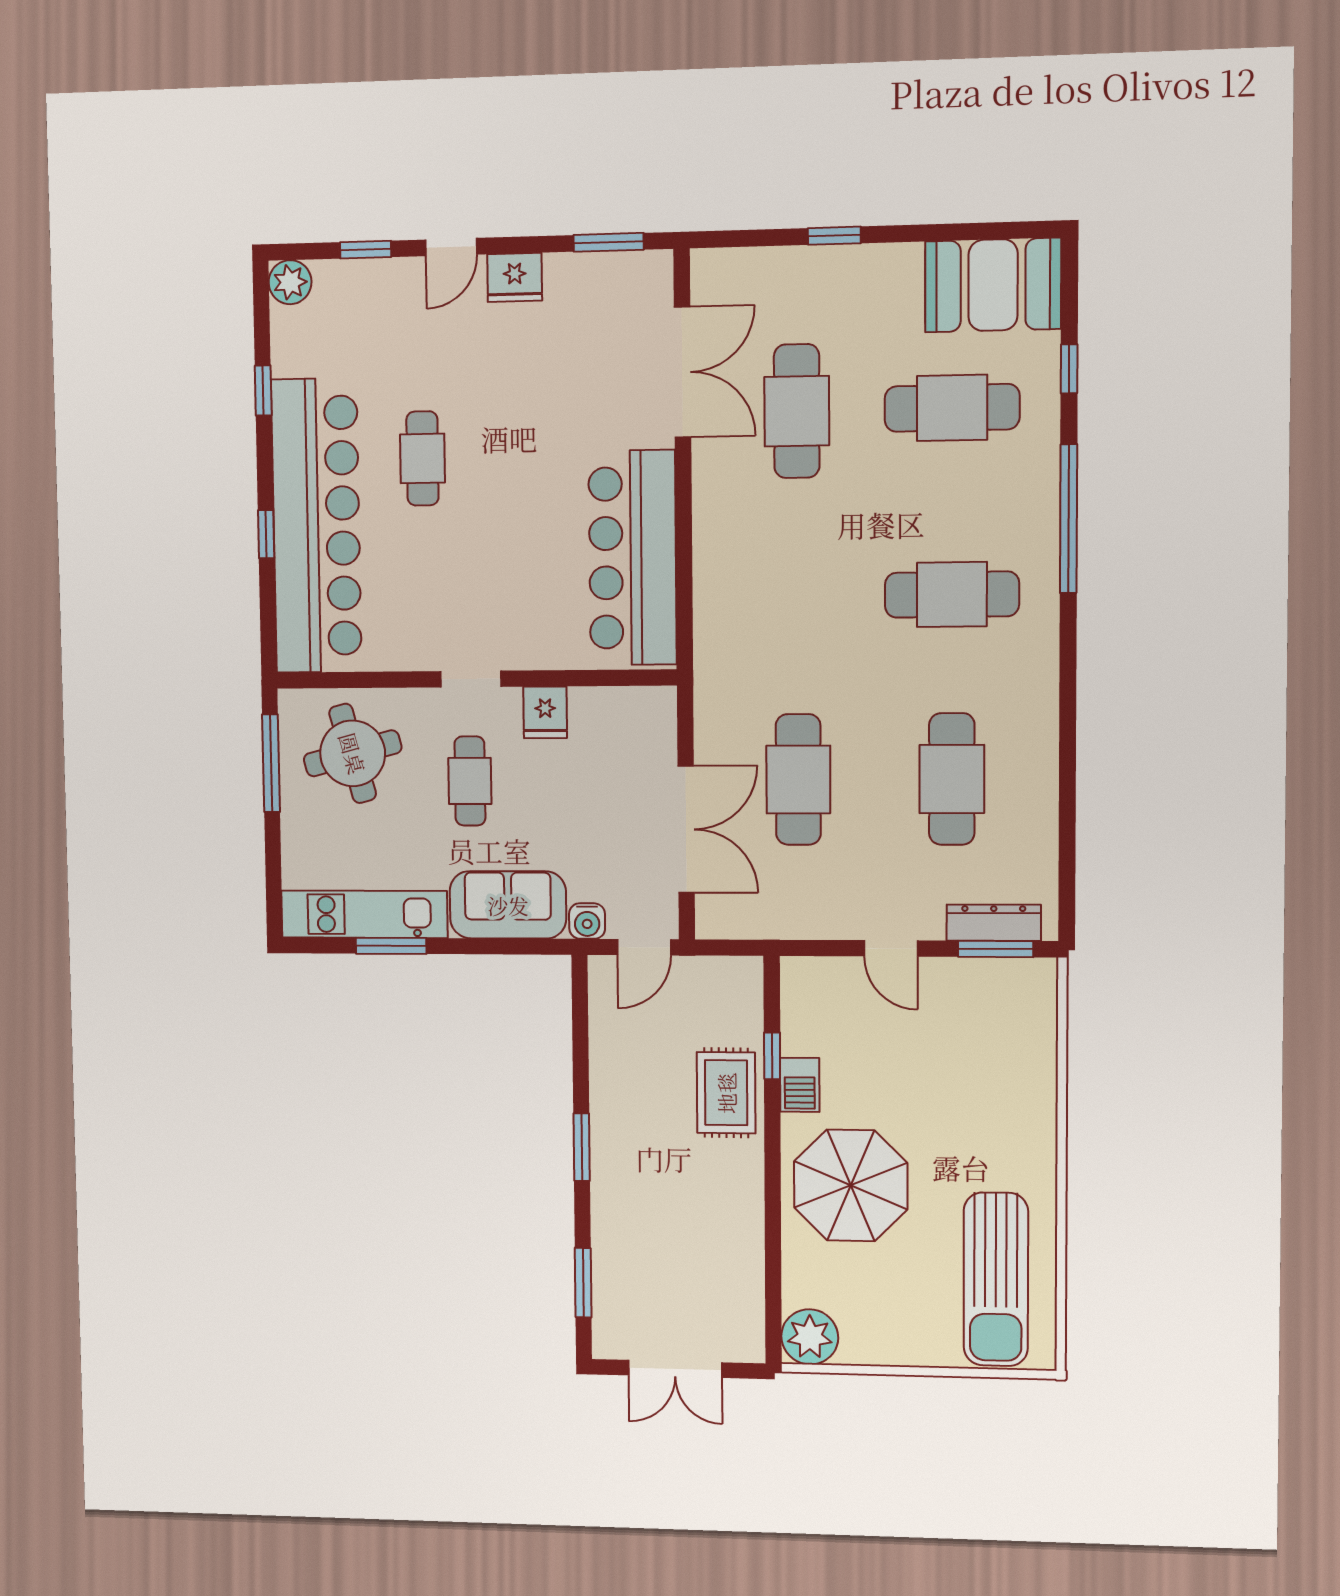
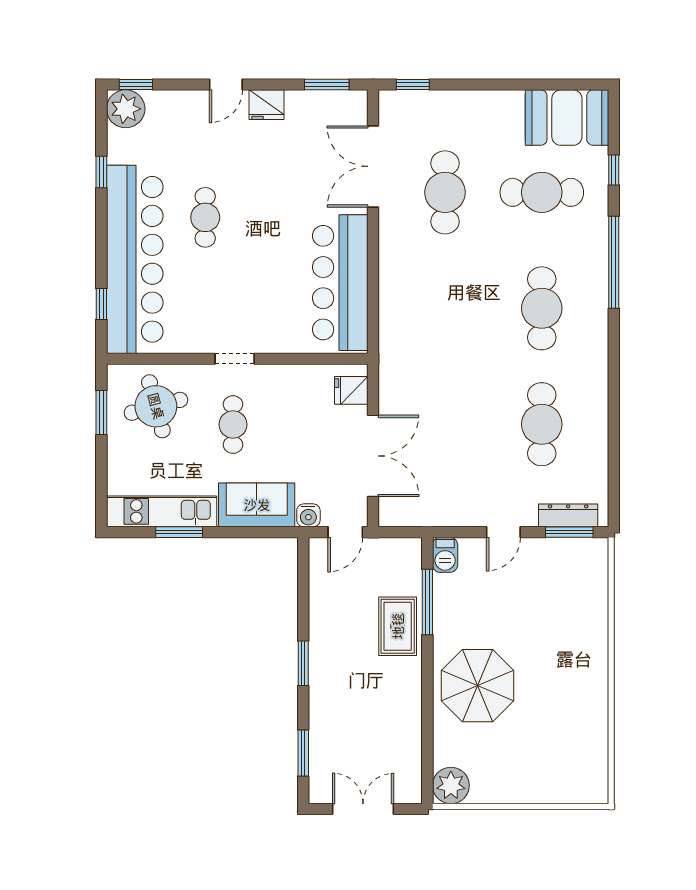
window: (834, 236) -> (413, 85), moved
window: (366, 250) -> (136, 85), moved
plant: (290, 282) -> (126, 109), width x1.36, depth x1.36
double door: (683, 372) -> (373, 166), swing flipped
window: (266, 534) -> (101, 304), moved
cafe table: (952, 595) -> (542, 308), turned 90
fridge: (545, 712) -> (351, 390), moved, turned 90
window: (271, 763) -> (101, 413), width x0.69
cafe table: (798, 779) -> (445, 424), removed
door: (891, 948) -> (503, 532), hinge flipped
window: (772, 1056) -> (427, 602), width x2.17
barbecue: (800, 1085) -> (445, 555), moved
sun lounger: (996, 1279) -> (570, 745), removed
double door: (675, 1369) -> (363, 809), swing flipped

